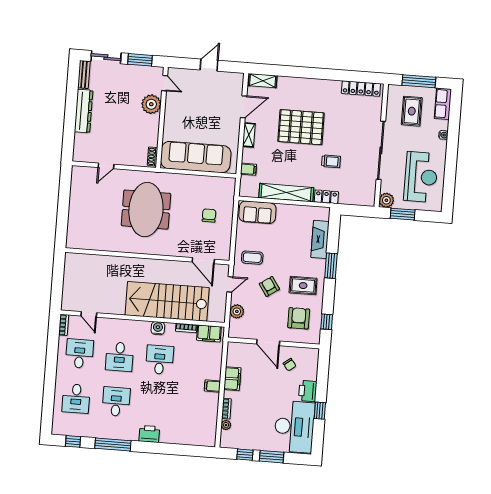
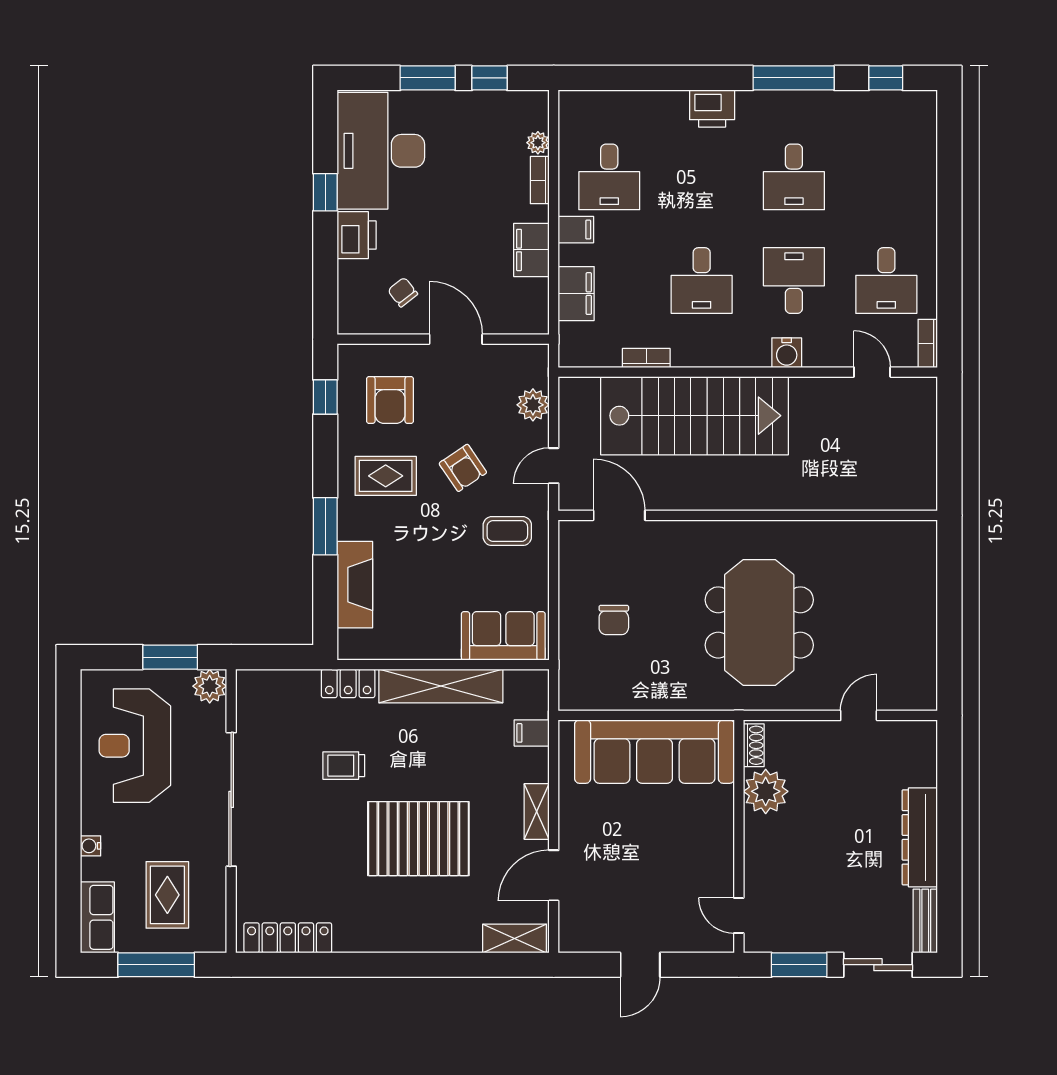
plant: (151, 104) -> (766, 791), moved
water cooler: (158, 328) -> (787, 353), moved
filing cabinet: (209, 333) -> (576, 294), moved, turned 90
desk: (76, 399) -> (609, 177), moved, turned 180

